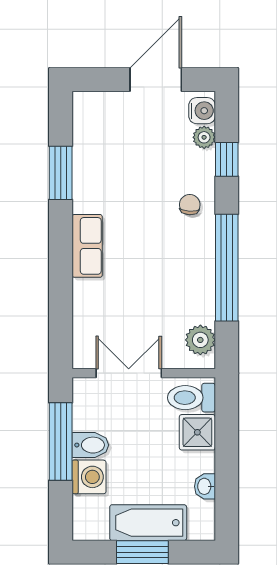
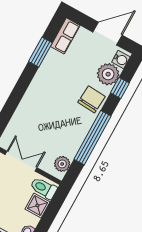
plant: (204, 137) -> (108, 74), width x1.88, depth x1.88
chair: (190, 205) -> (91, 99), width x1.87, depth x1.87
row of seats: (87, 246) -> (65, 36), moved

